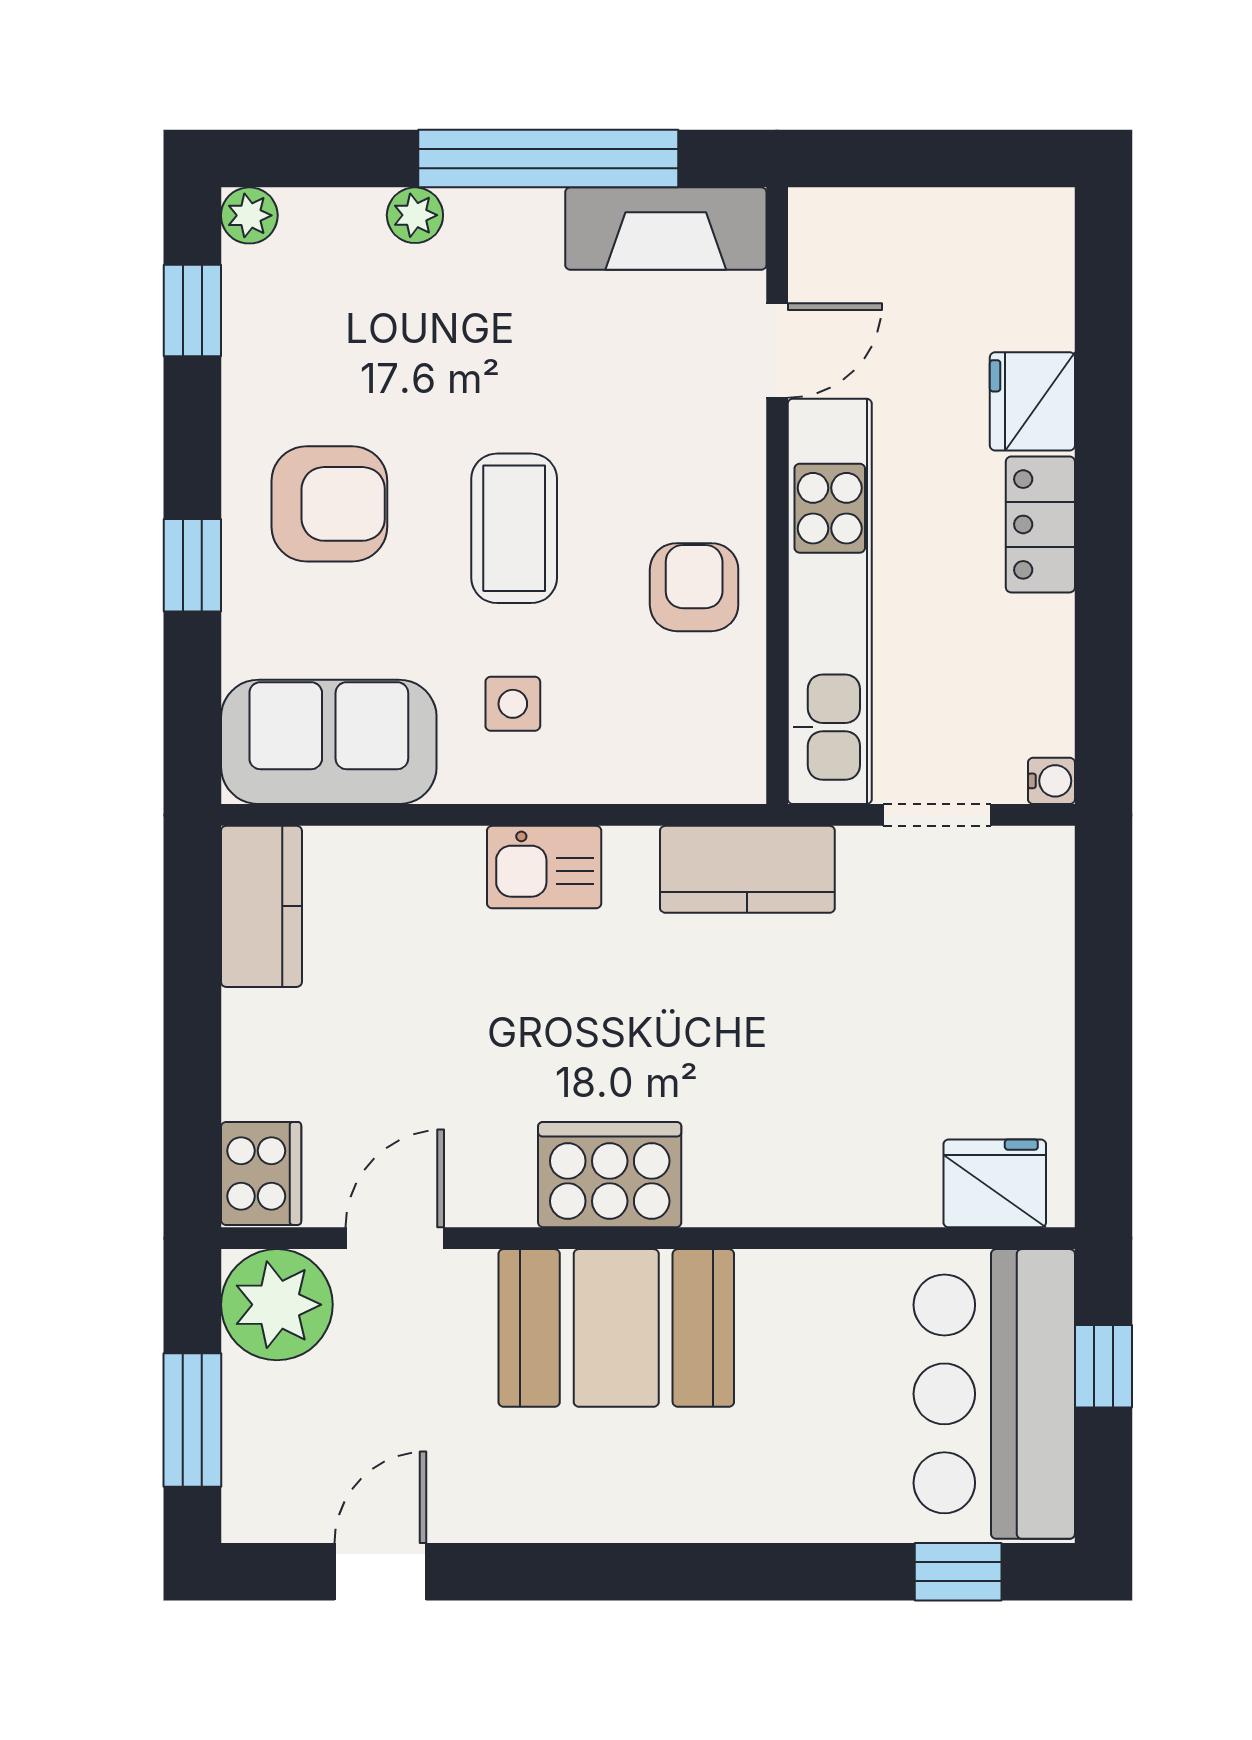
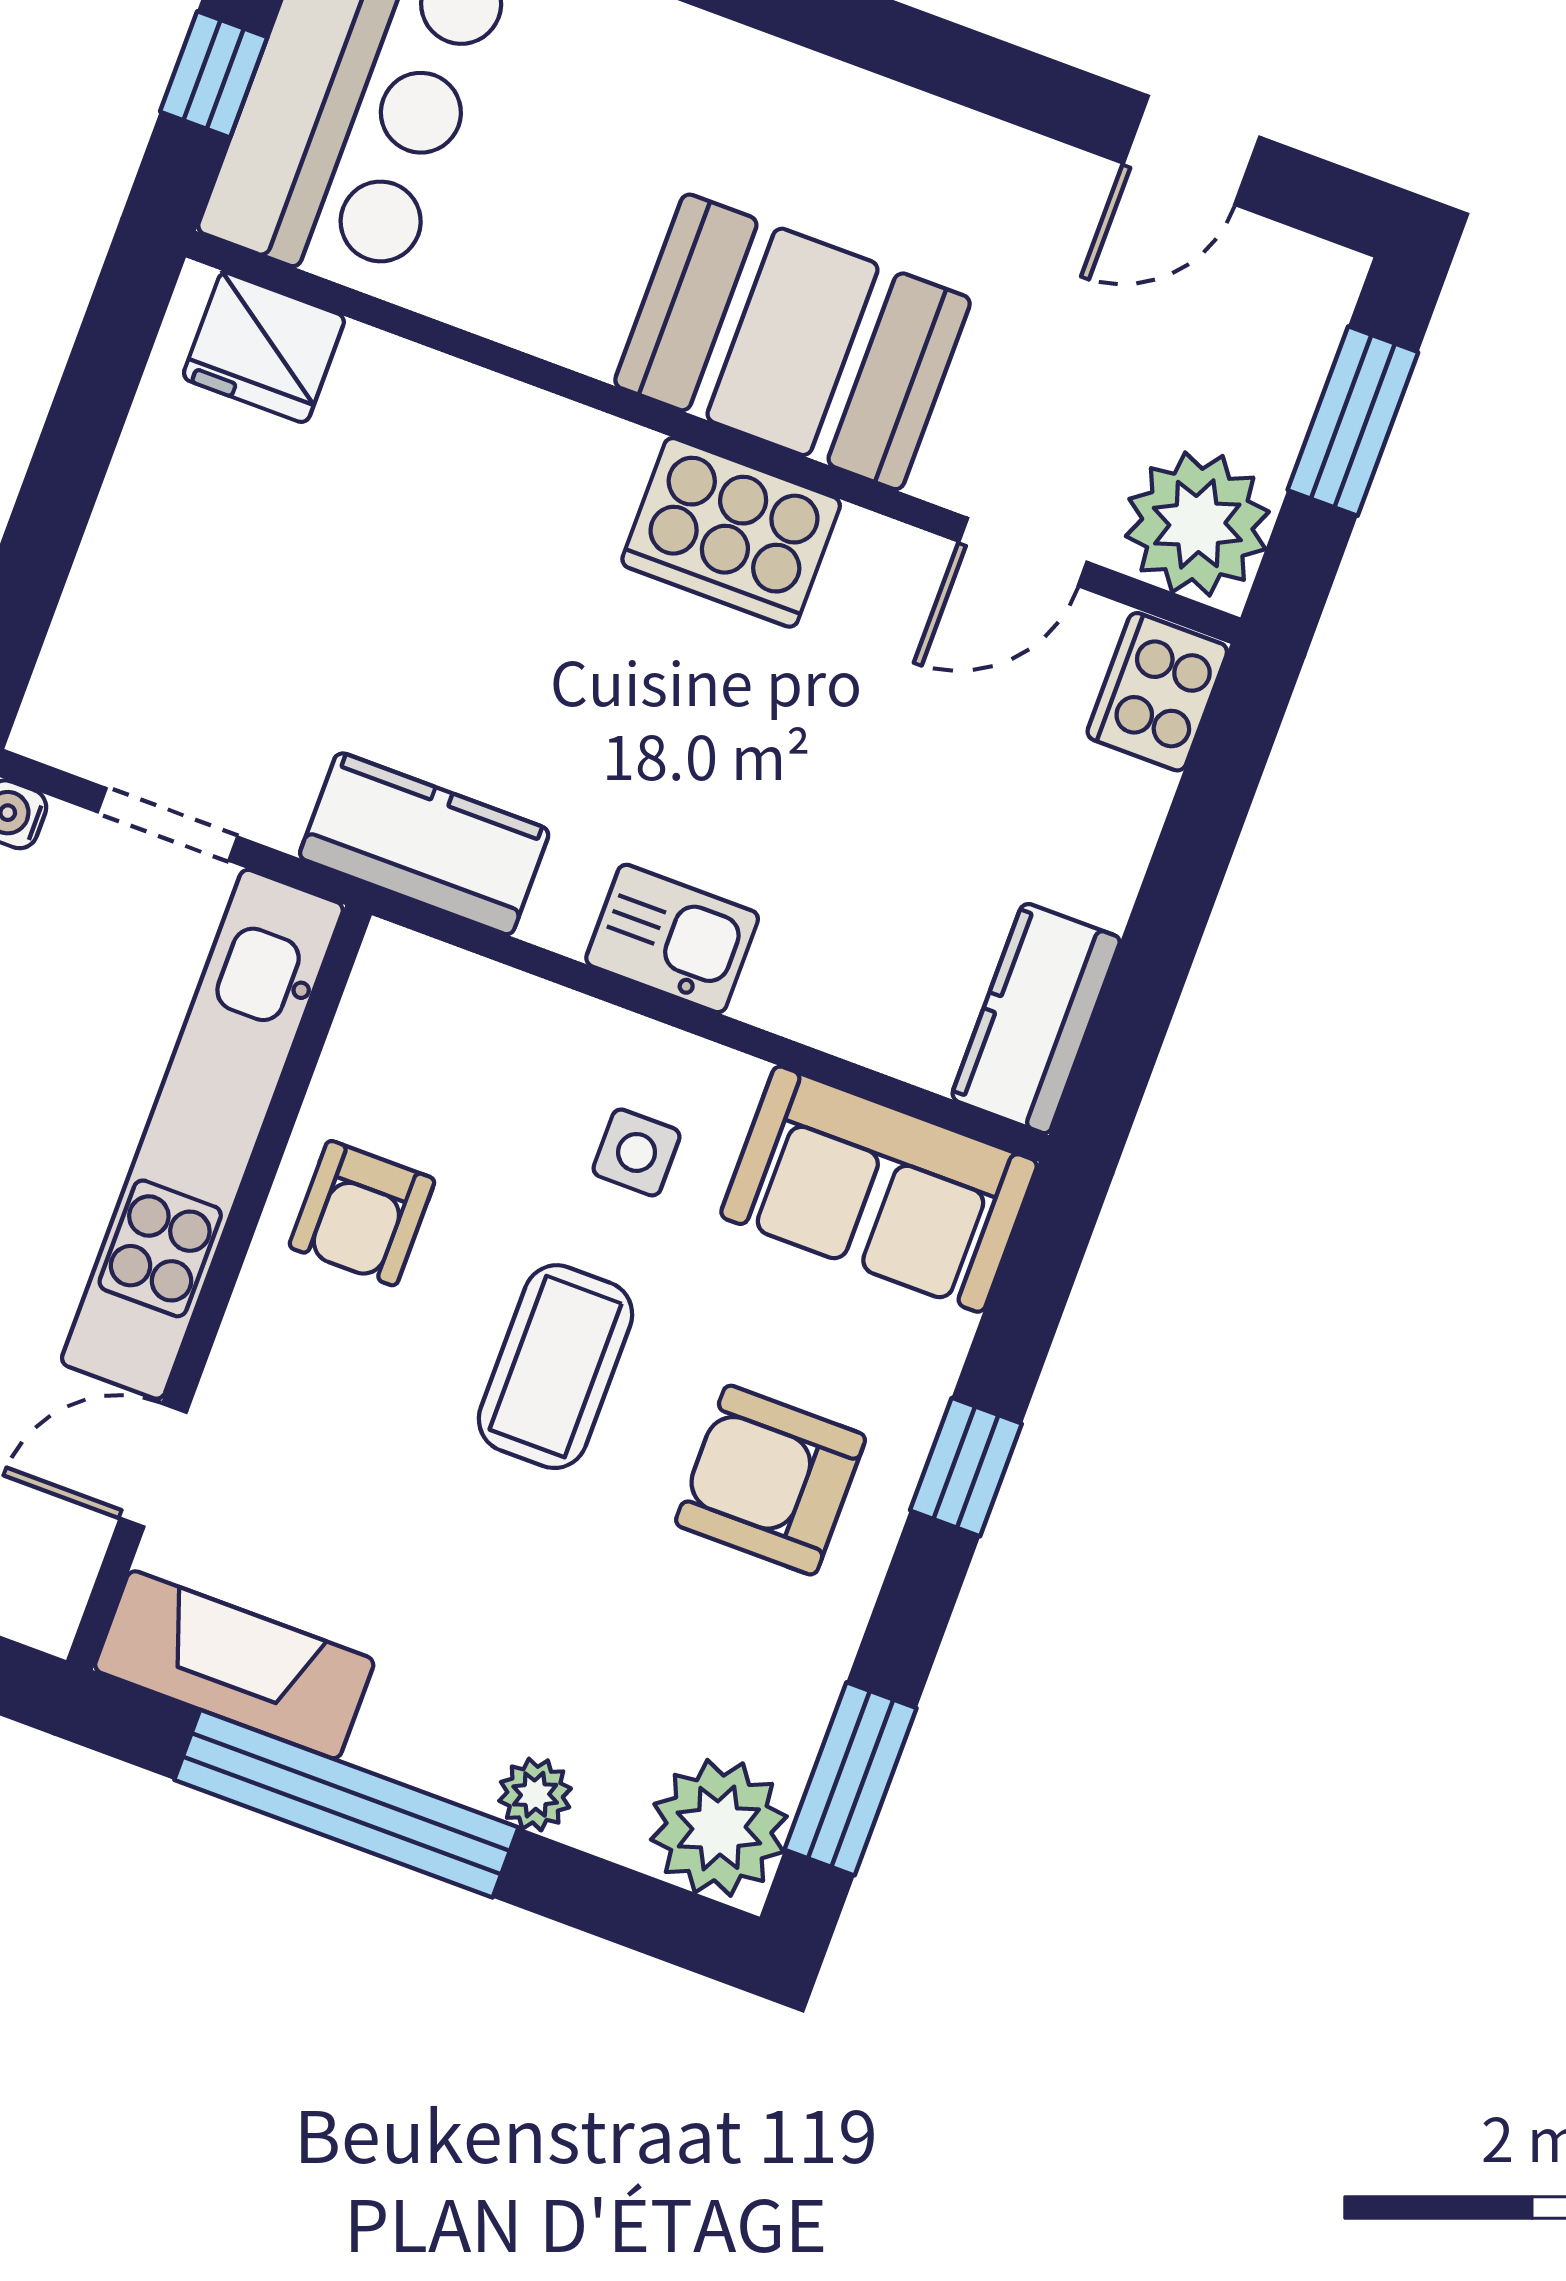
plant: (249, 215) -> (719, 1828), width x1.88, depth x1.88
window: (192, 310) -> (851, 1779), width x1.50

